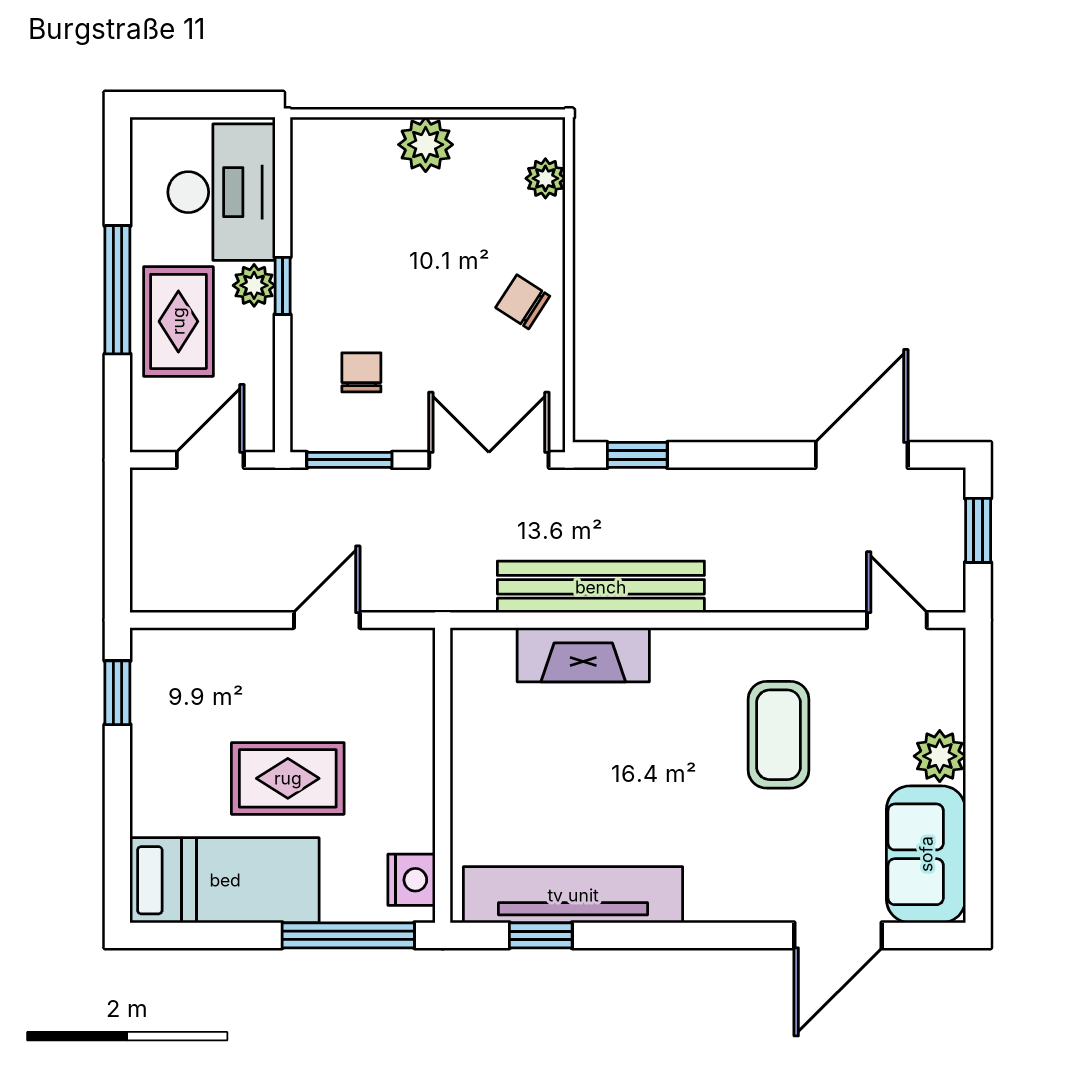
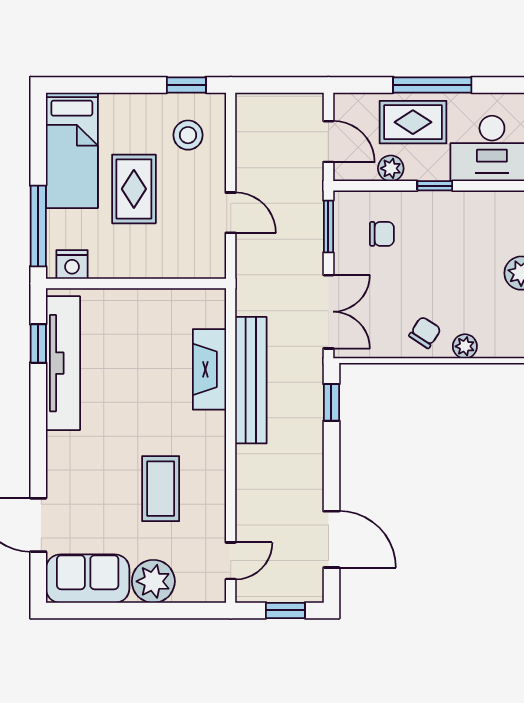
plant: (545, 178) -> (465, 346), moved
plant: (254, 285) -> (391, 168), moved
stool: (200, 690) -> (188, 135), added
coffee table: (778, 735) -> (161, 489), turned 90
plant: (940, 756) -> (153, 581), width x1.36, depth x1.36

